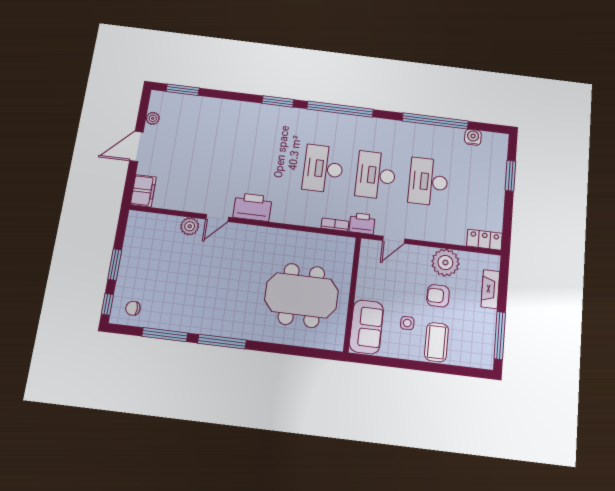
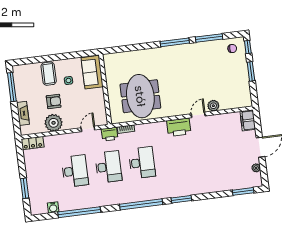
meeting table: (301, 295) -> (140, 96), moved, turned 90

